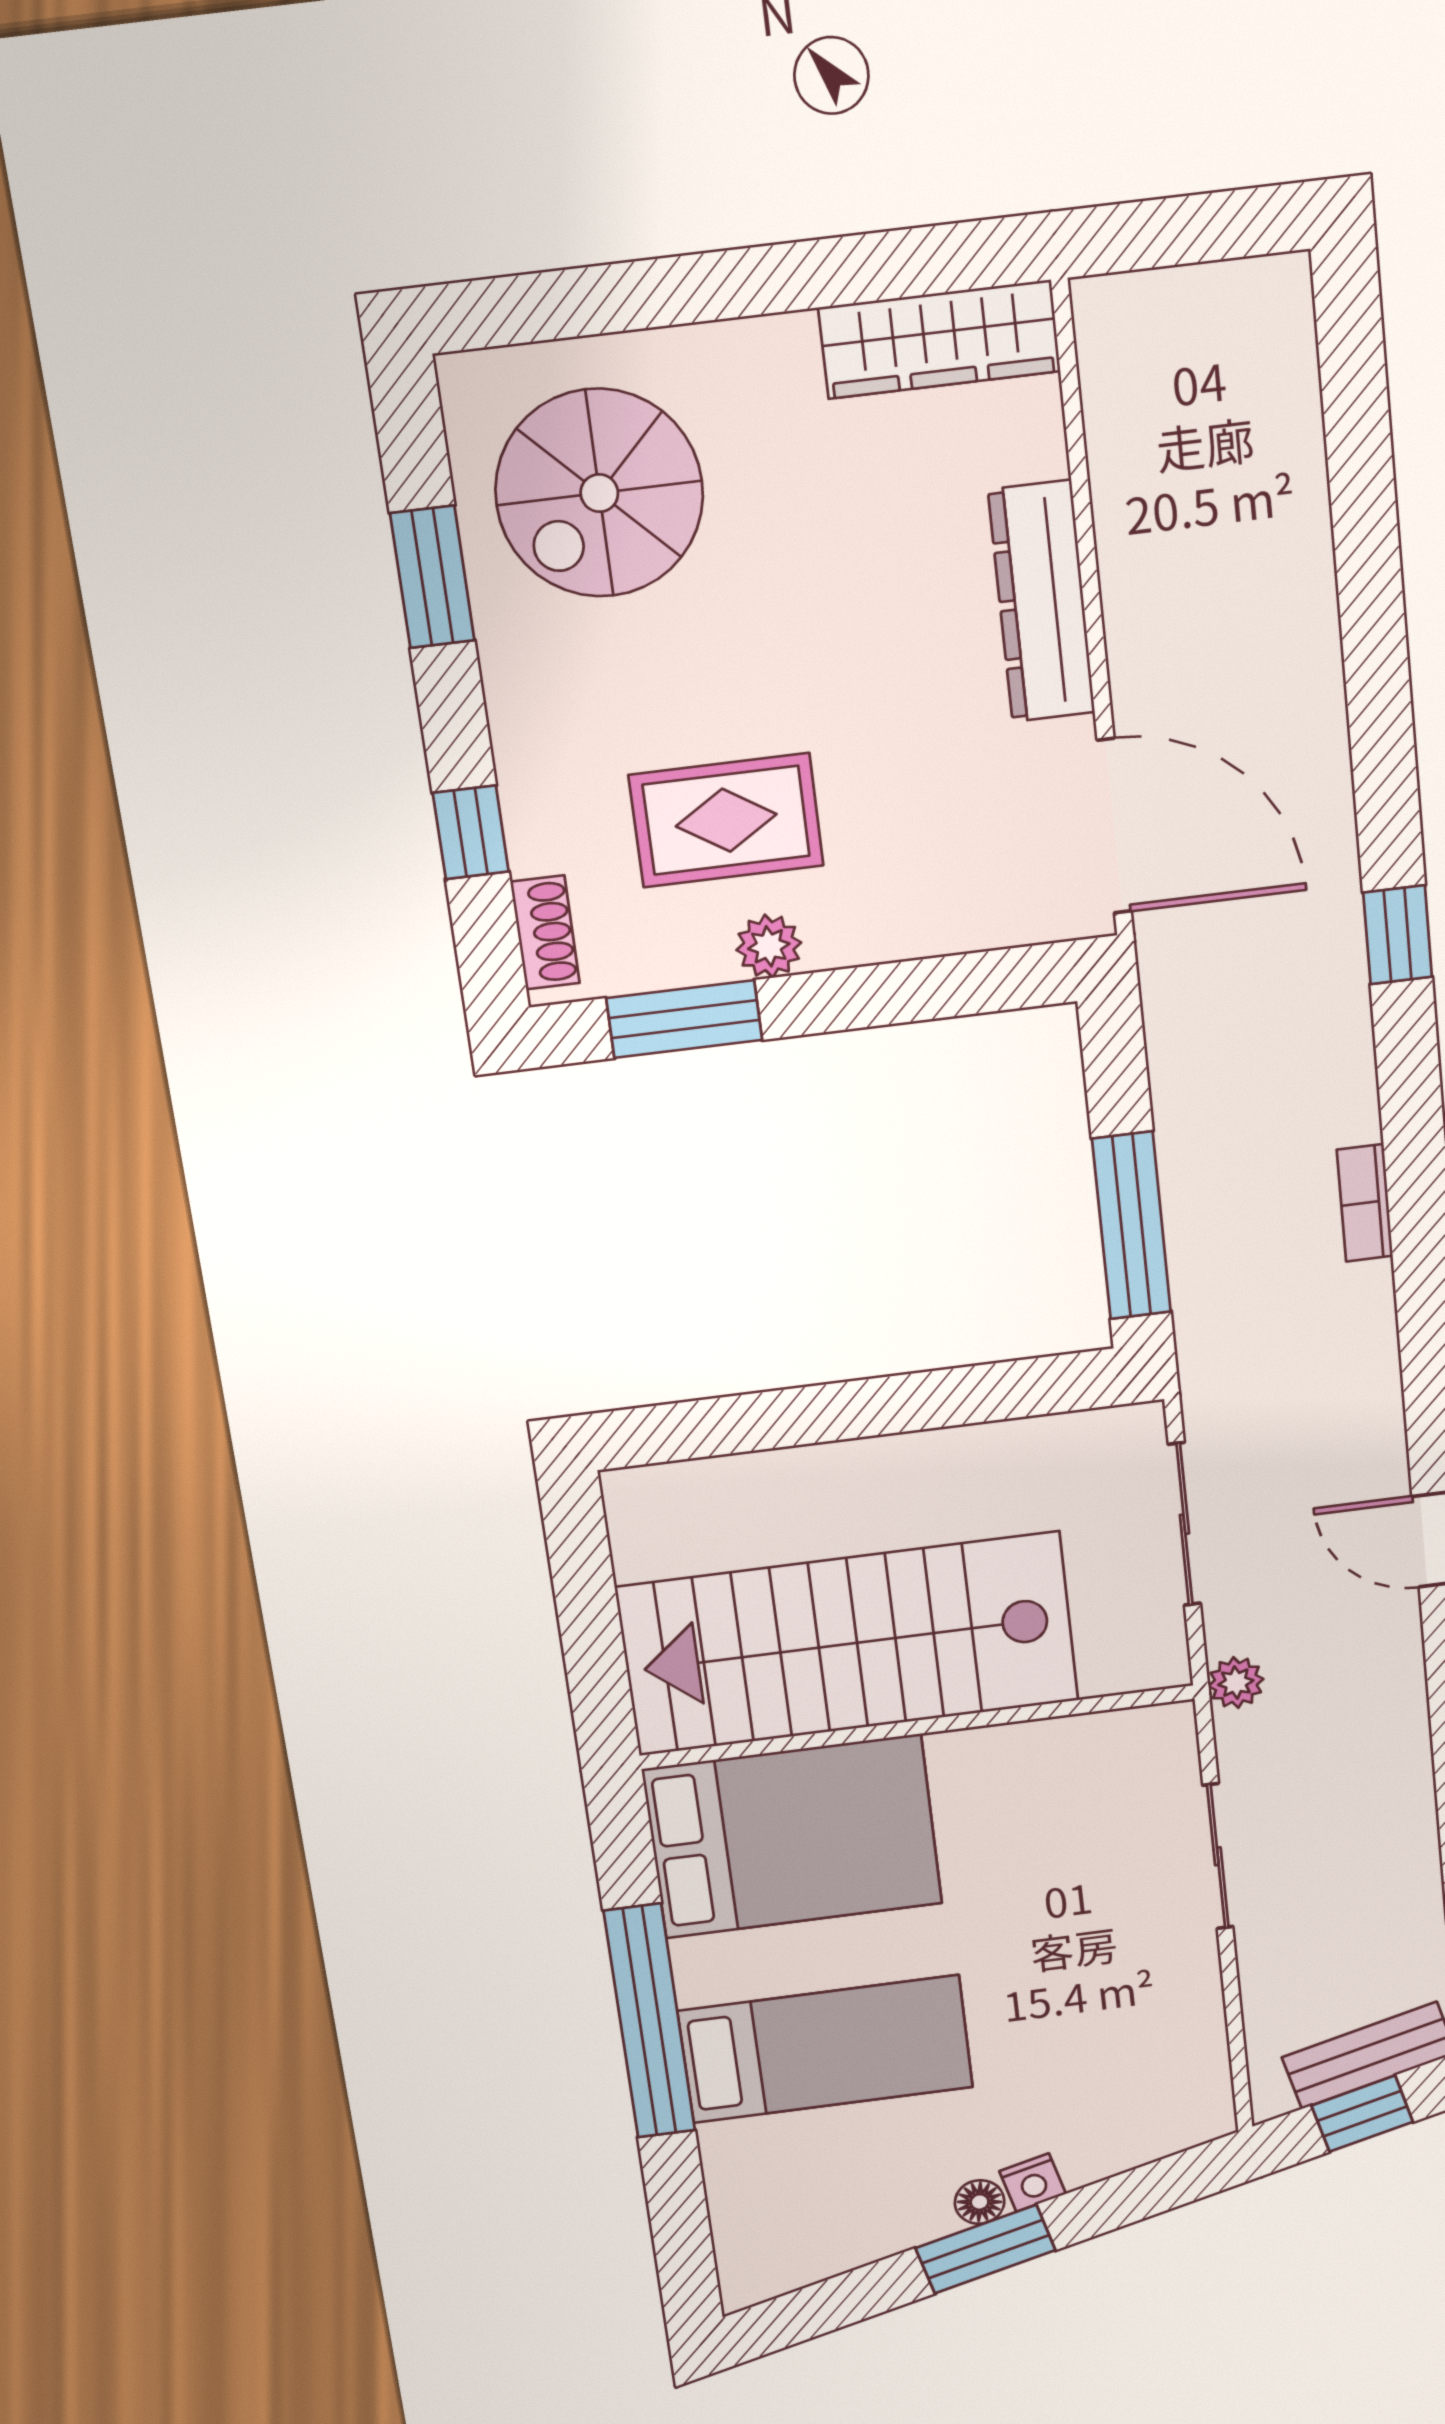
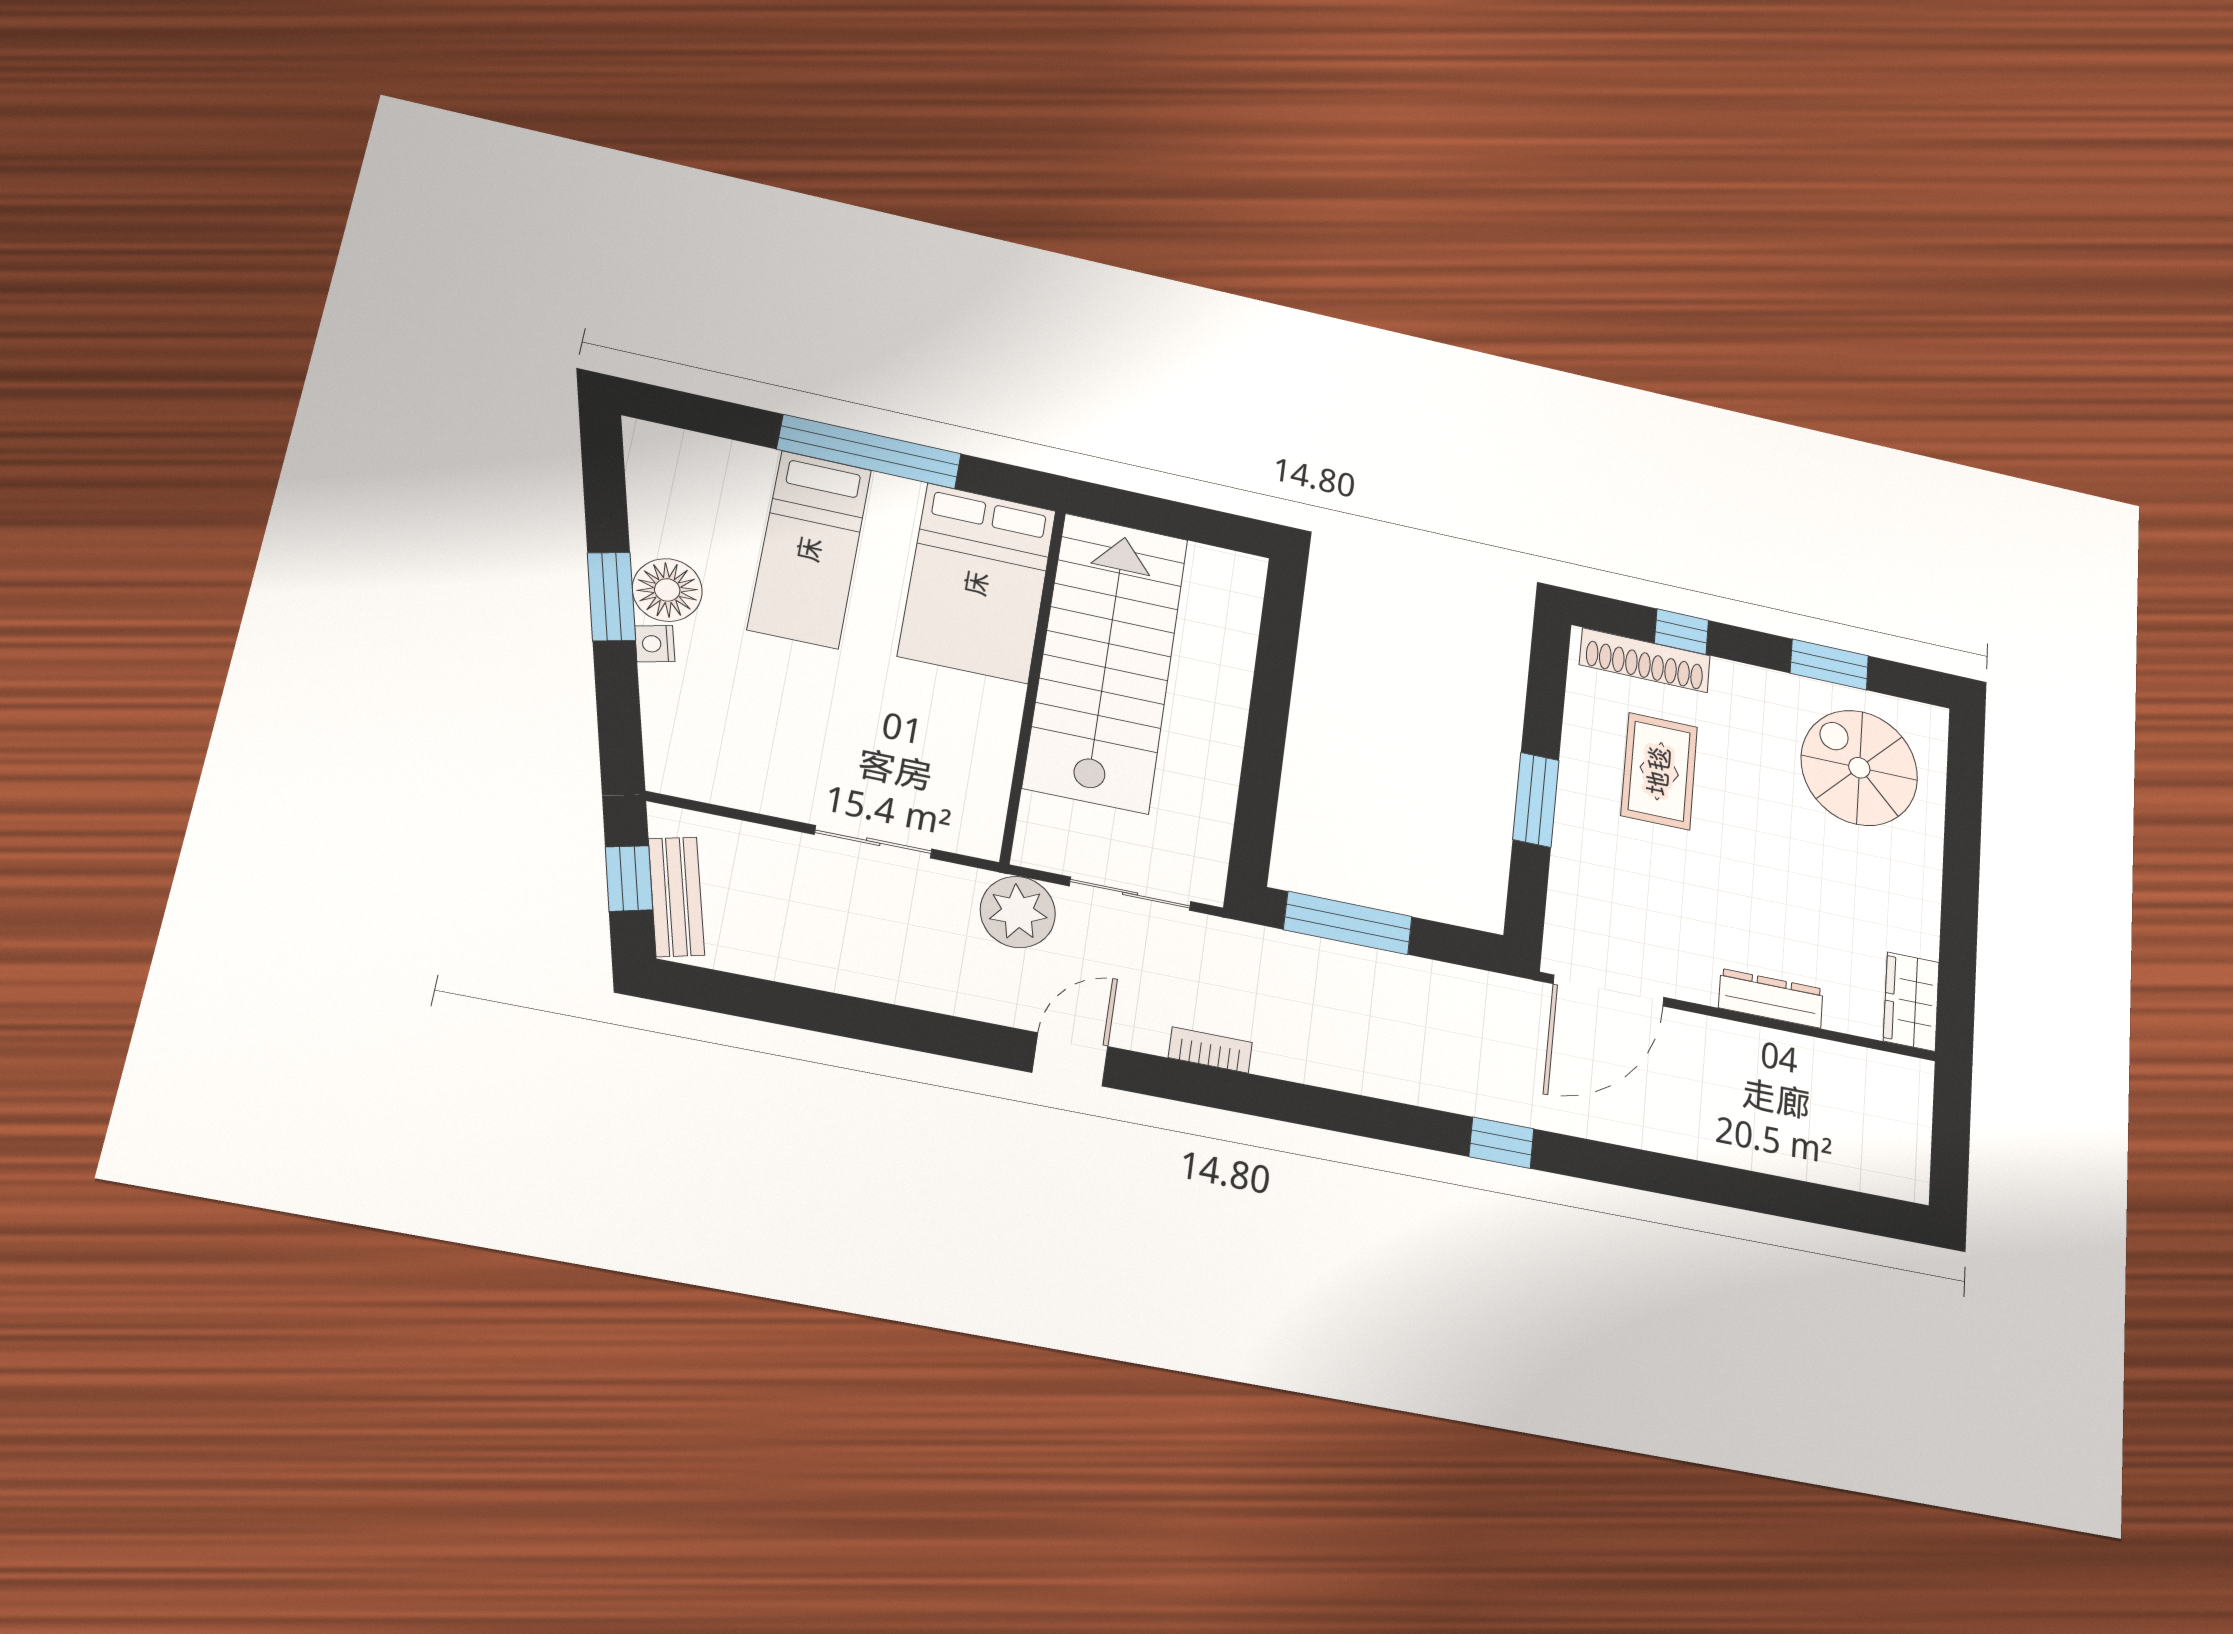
wardrobe: (940, 339) -> (1911, 1002), width x0.67
dresser: (1042, 602) -> (1771, 998), width x0.73, depth x0.80
shoe rack: (545, 932) -> (1645, 660), width x1.94, depth x1.24
plant: (769, 946) -> (1578, 769), removed
window: (684, 1019) -> (1536, 800), moved
bookcase: (1365, 1203) -> (1210, 1050), moved
plant: (1236, 1683) -> (1018, 912), width x1.88, depth x1.88
floor lamp: (980, 2202) -> (667, 590), width x1.89, depth x1.89

